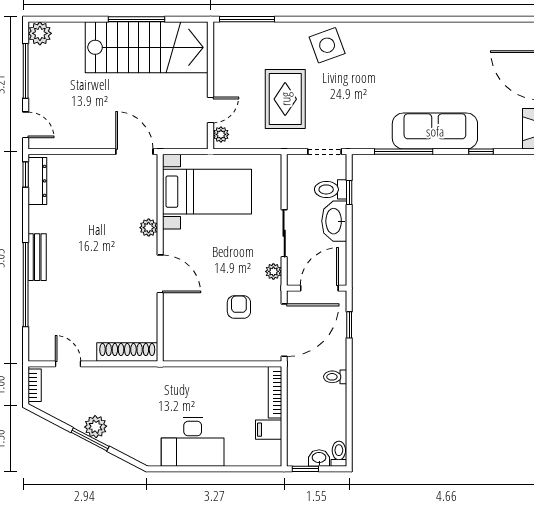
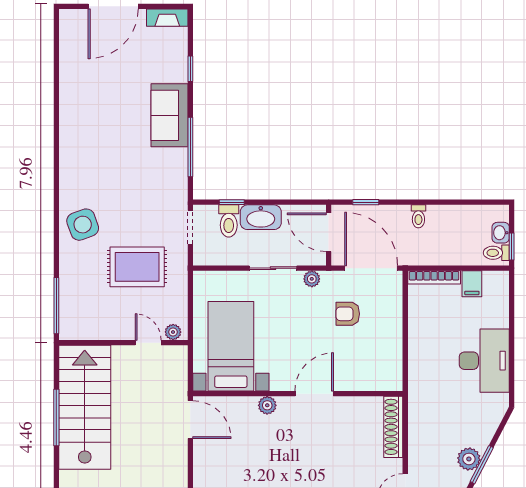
sofa: (435, 131) -> (170, 115), width x0.73
door: (134, 152) -> (190, 420), swing flipped
toilet: (339, 454) -> (496, 253), moved

